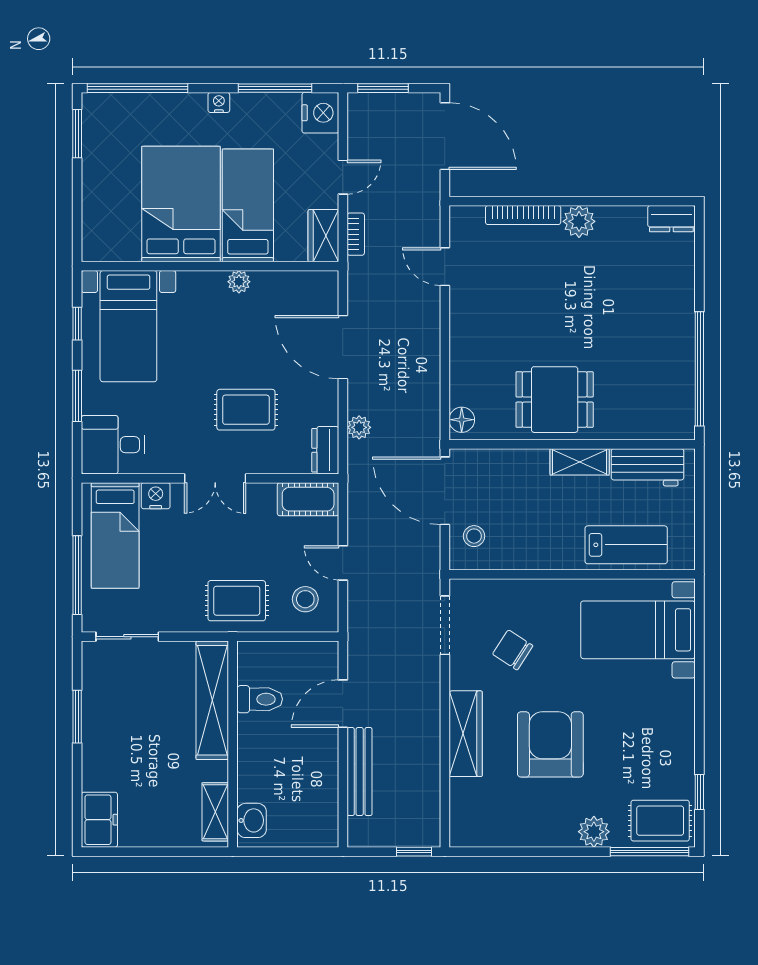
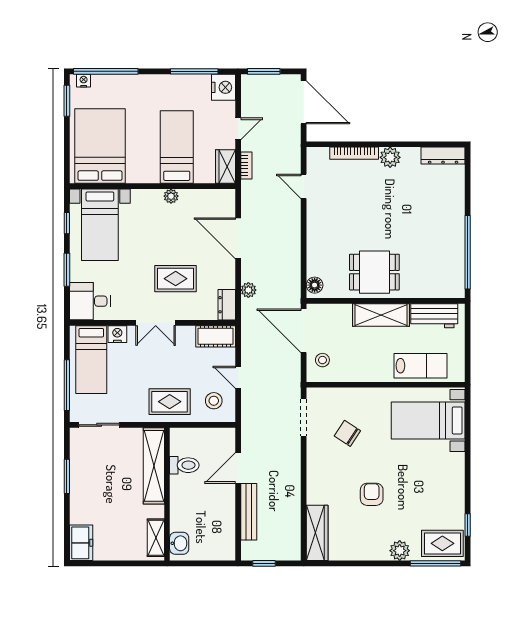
nightstand: (219, 102) -> (84, 81), moved
bed: (181, 204) -> (100, 146), moved
dresser: (671, 219) -> (443, 156), width x1.44
shelving: (580, 462) -> (381, 315), width x1.50, depth x1.33
wardrobe: (466, 734) -> (317, 533), moved
armchair: (550, 744) -> (372, 494), width x0.53, depth x0.53
window: (414, 852) -> (264, 563), moved

